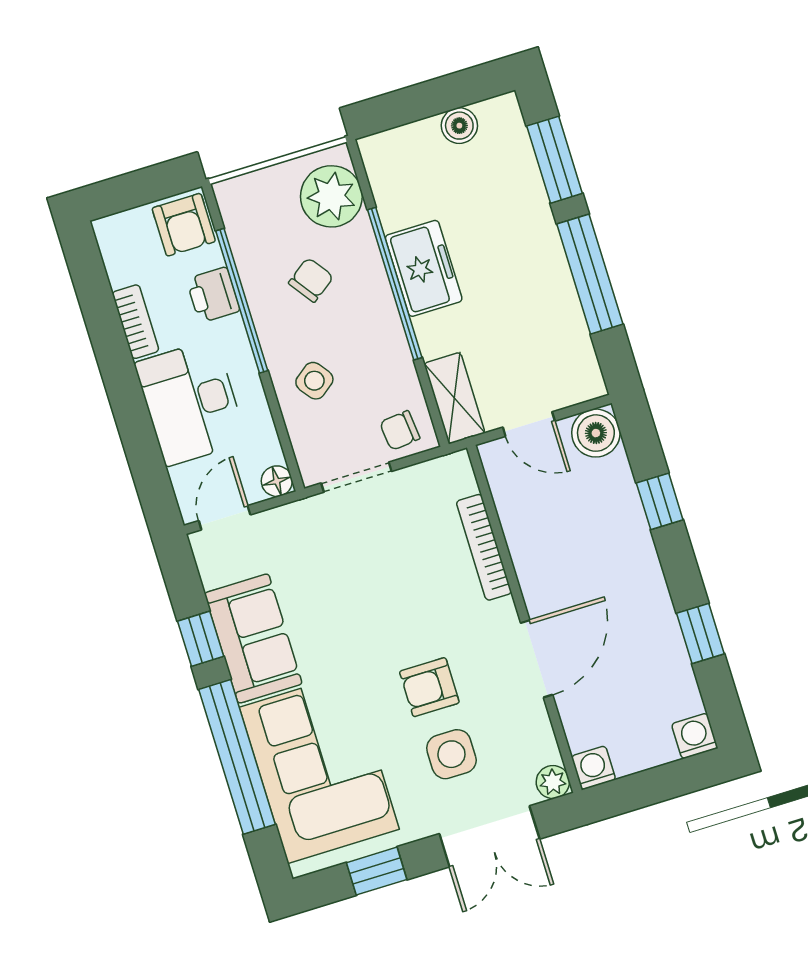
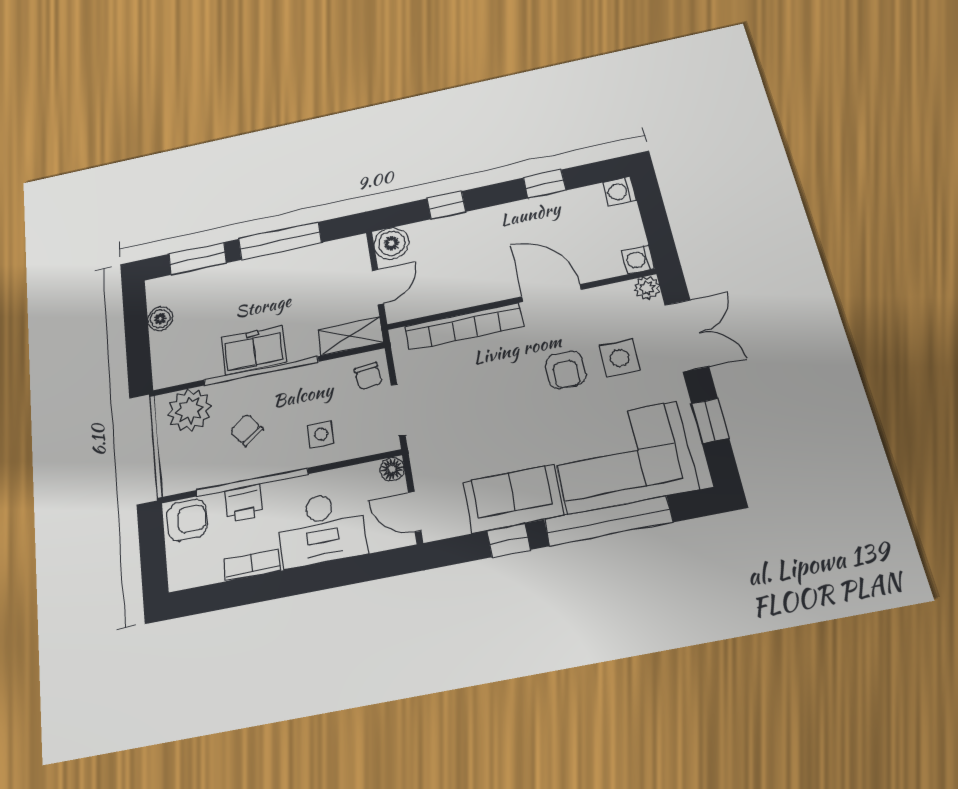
side table: (314, 381) -> (321, 434), turned 37
bookcase: (484, 547) -> (464, 326), width x1.48, depth x1.31

